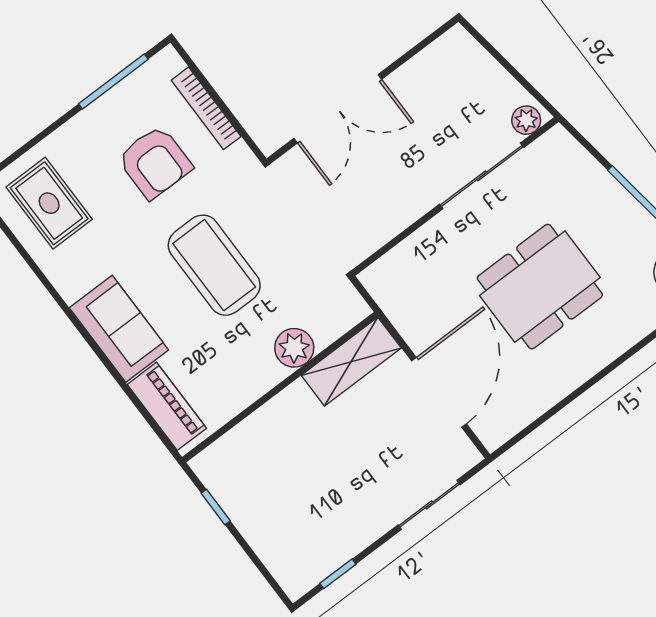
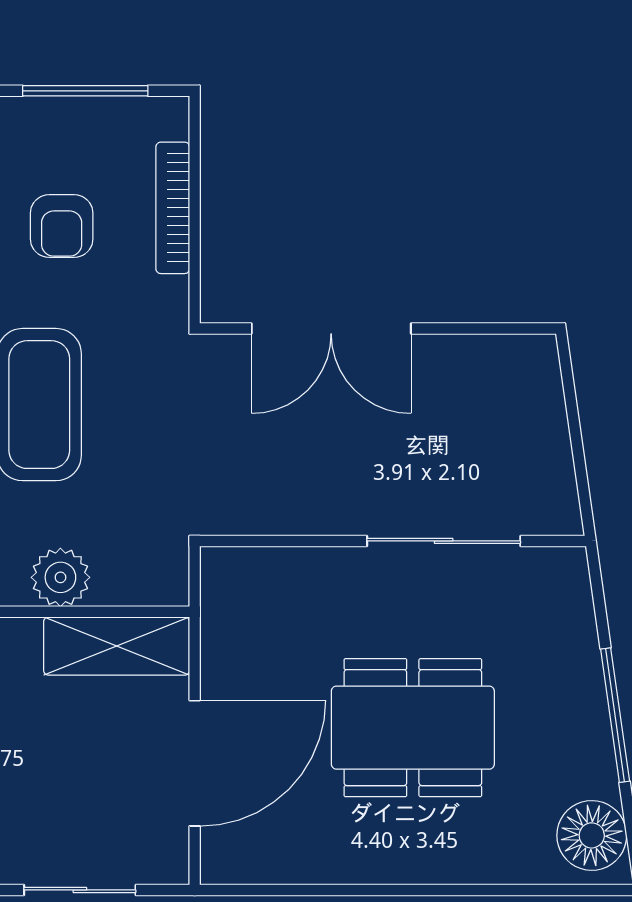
plant: (526, 120) -> (548, 514), removed
armchair: (155, 162) -> (62, 226), width x0.72, depth x0.72

